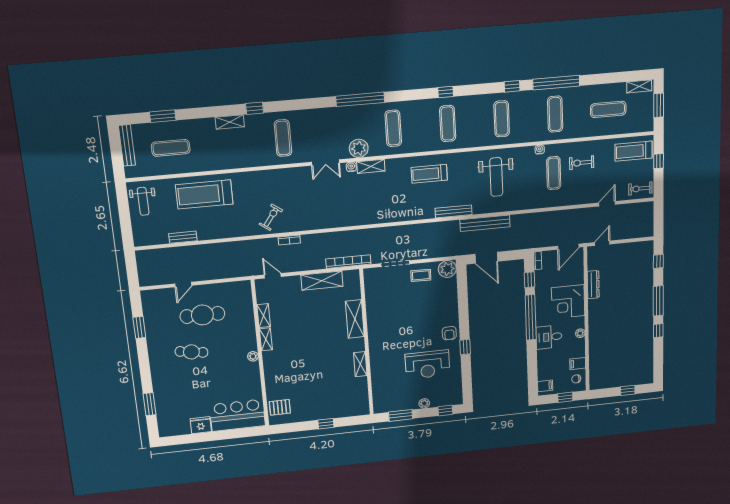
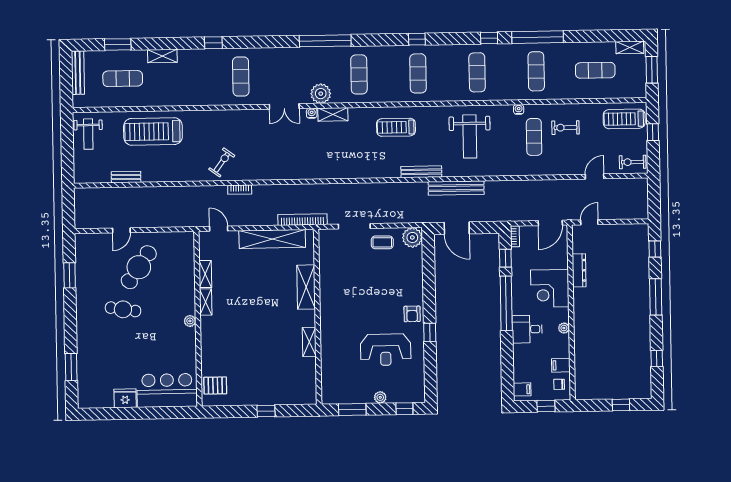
shelving: (230, 122) -> (162, 56), moved
shelving: (322, 281) -> (272, 239), width x1.47
cafe table: (202, 315) -> (139, 267), turned -55
window: (658, 331) -> (657, 358), moved

